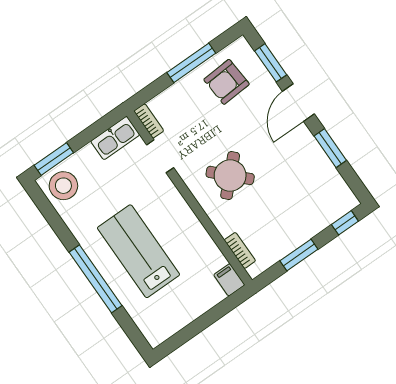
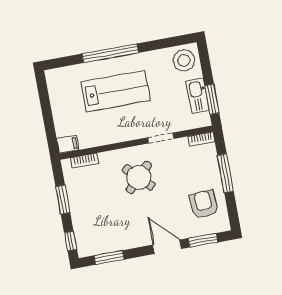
window: (191, 63) -> (225, 173), moved
kitchen sink: (115, 138) -> (198, 96), moved
window: (330, 148) -> (109, 258), moved
doorway: (160, 156) -> (161, 138), moved
window: (54, 159) -> (212, 99), moved

